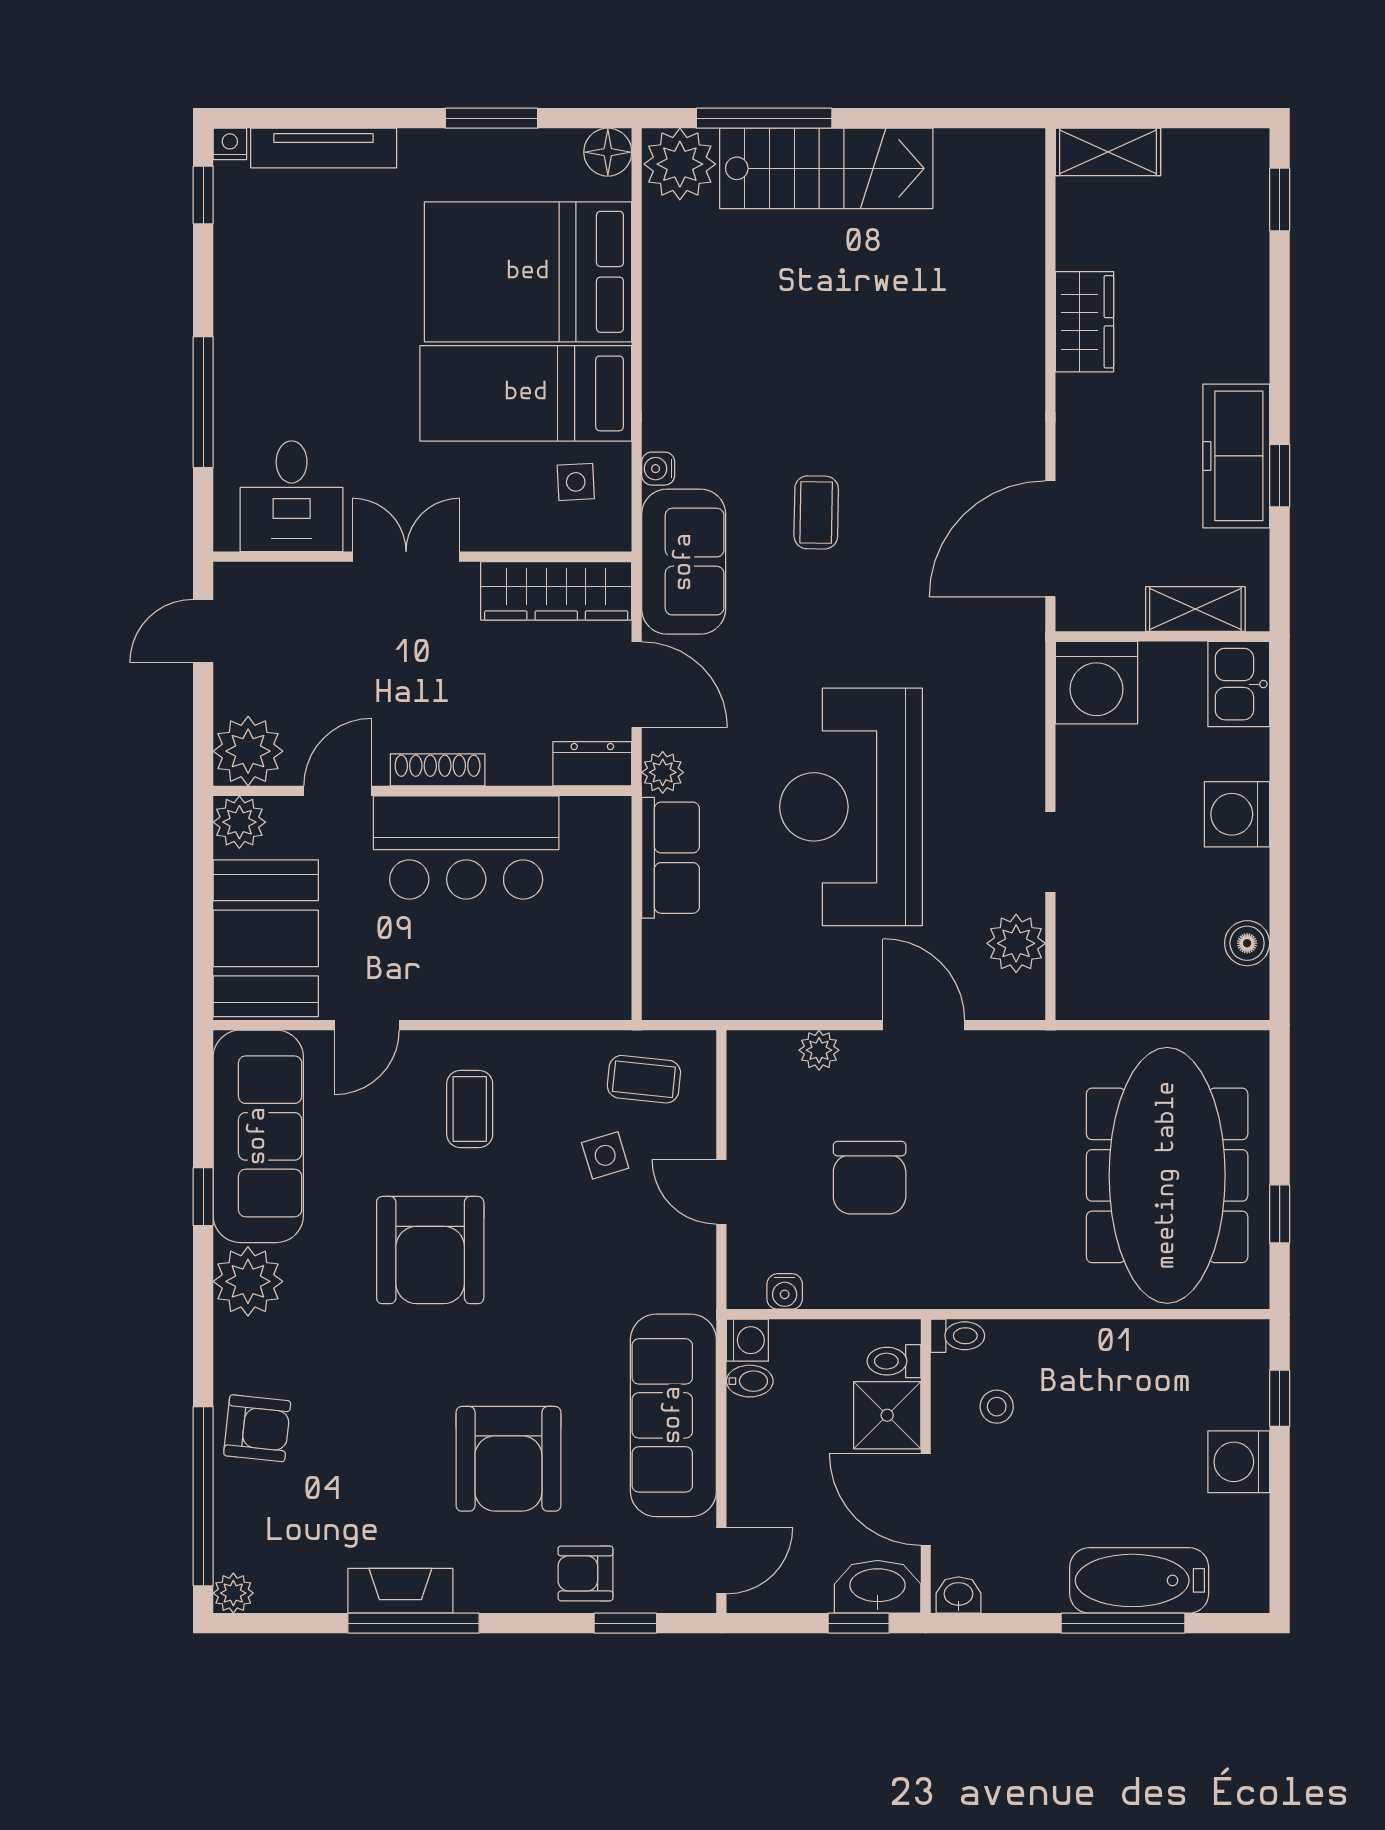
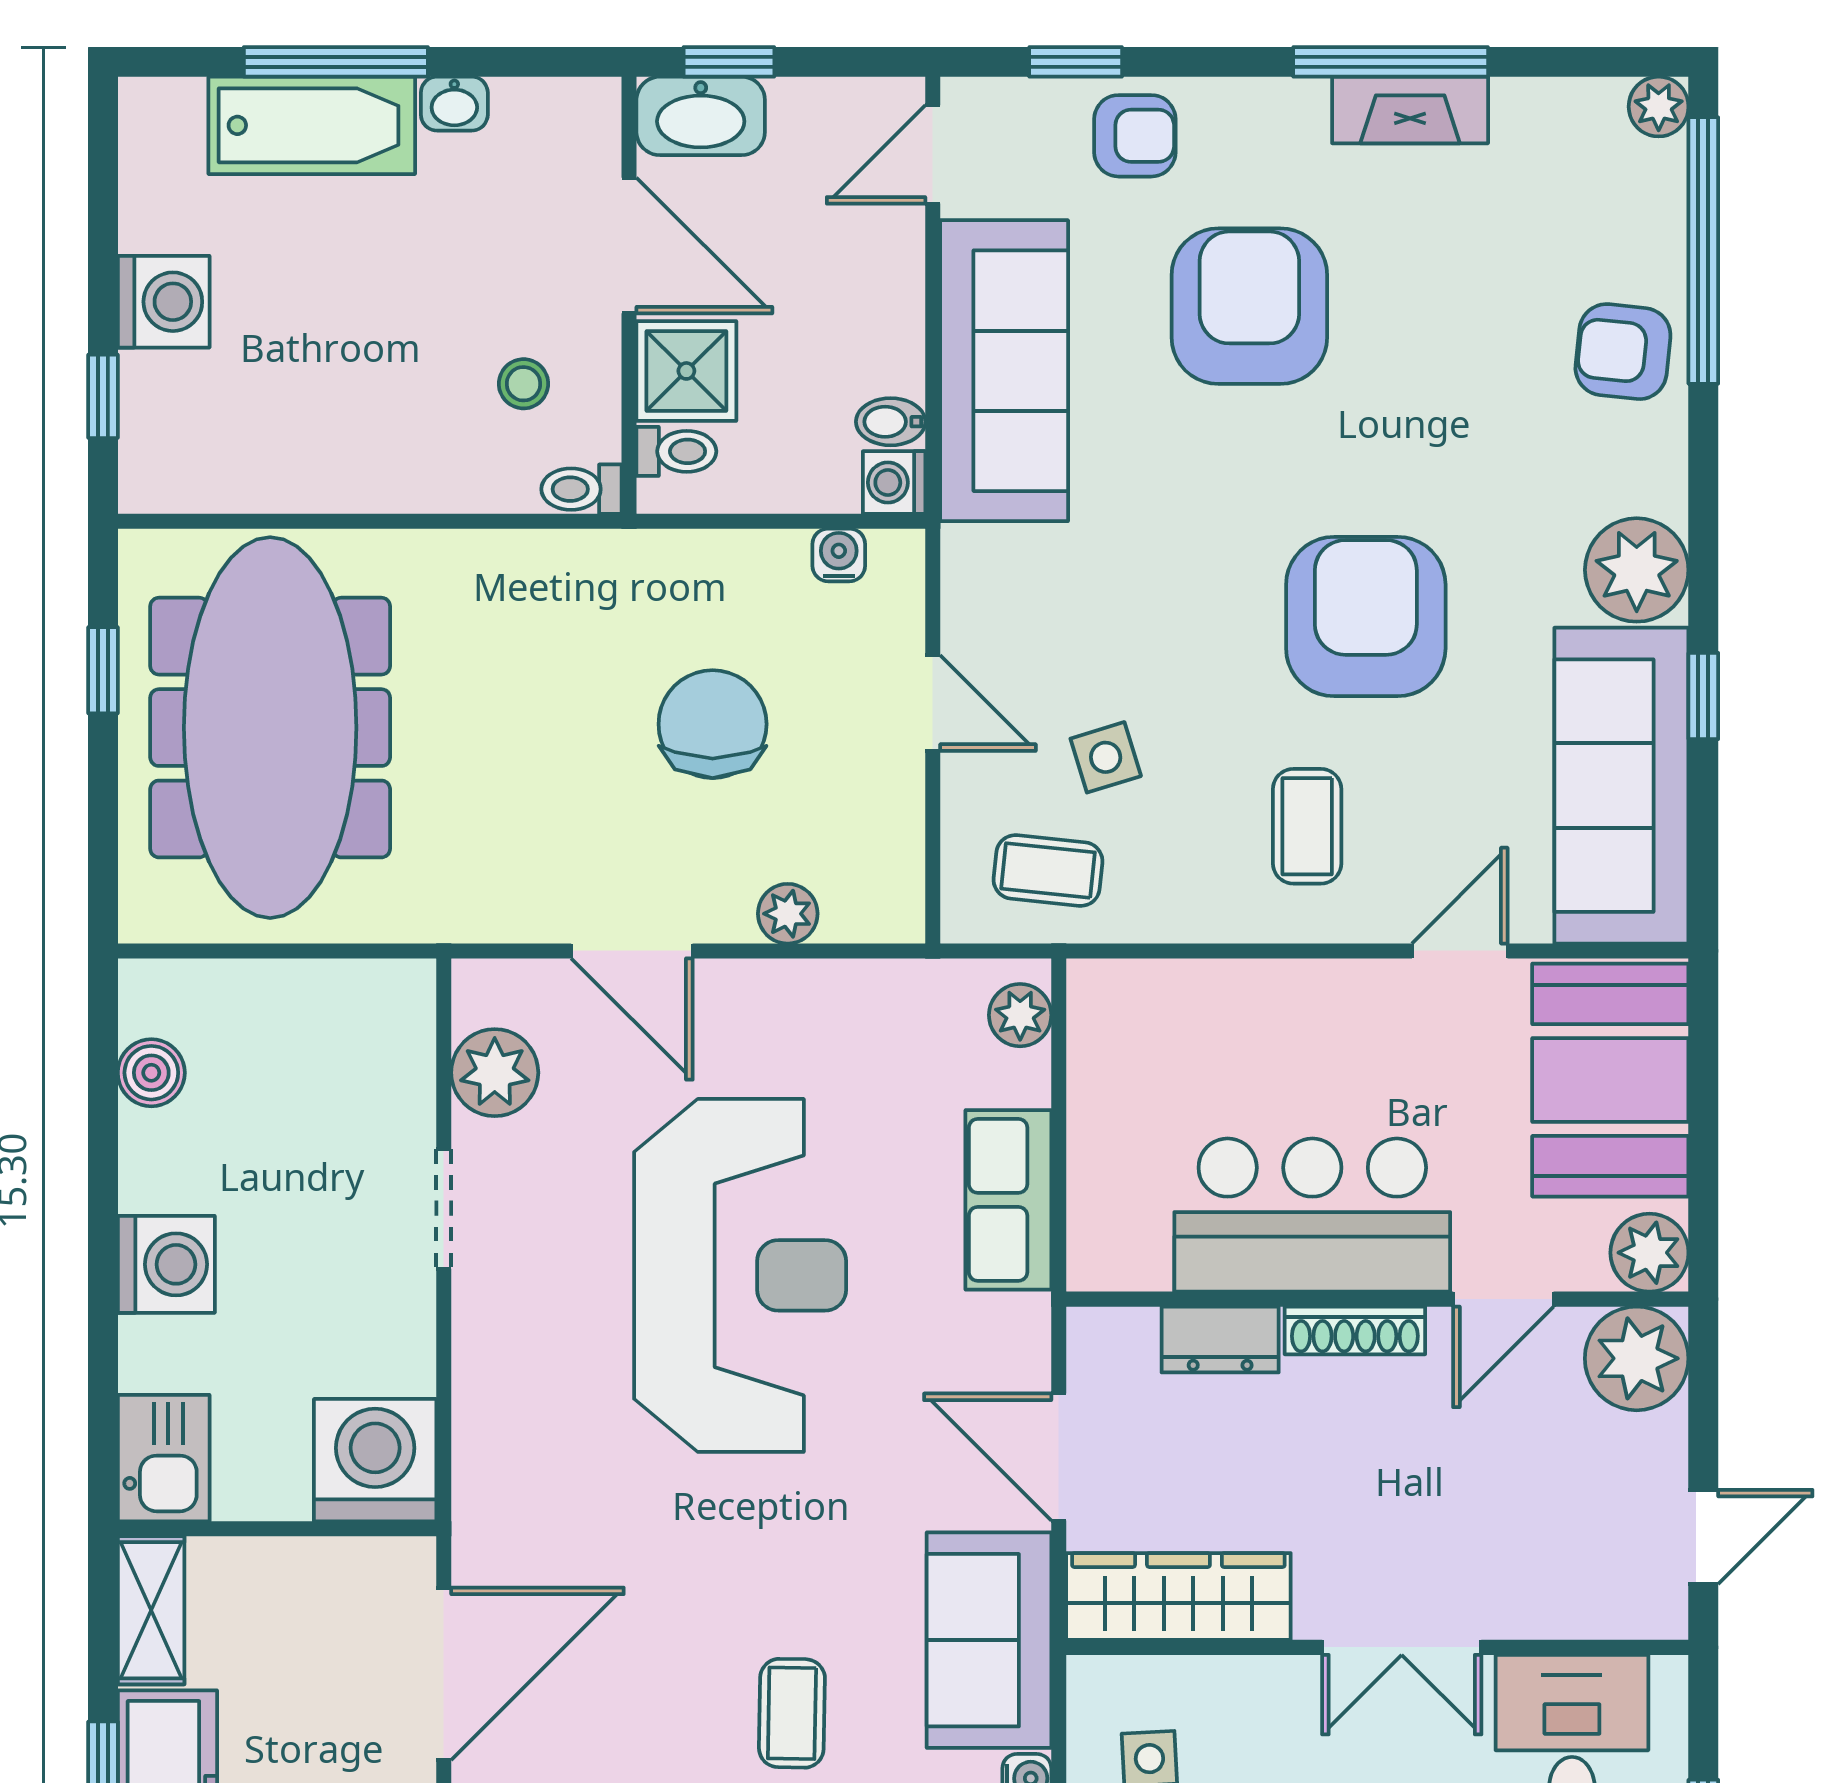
shelving: (1195, 609) -> (151, 1610), moved, turned 90
dresser: (592, 764) -> (1220, 1339), moved
plant: (663, 772) -> (1020, 1015), moved
washbasin: (959, 1595) -> (454, 104), moved

